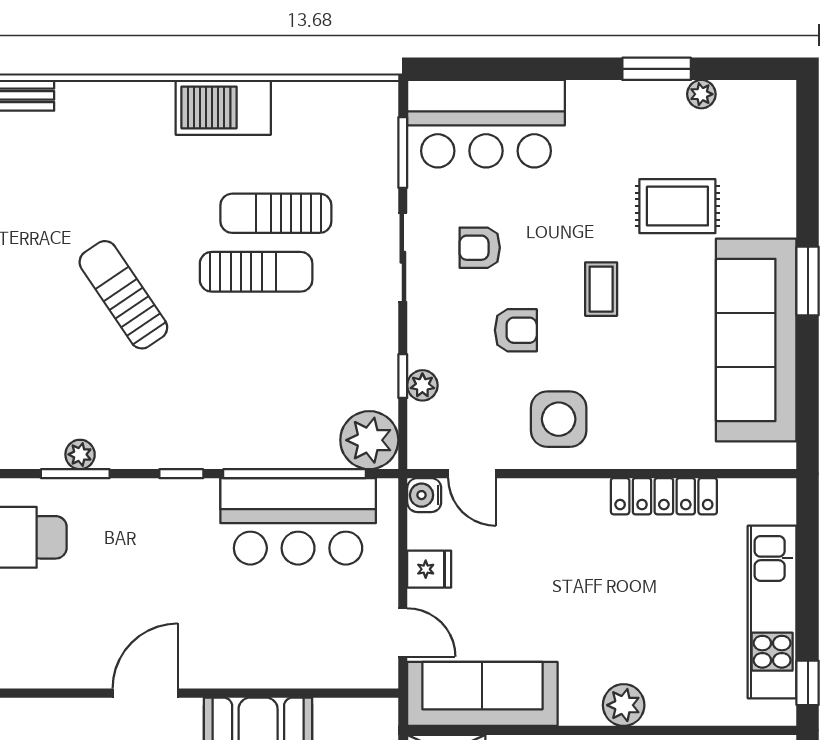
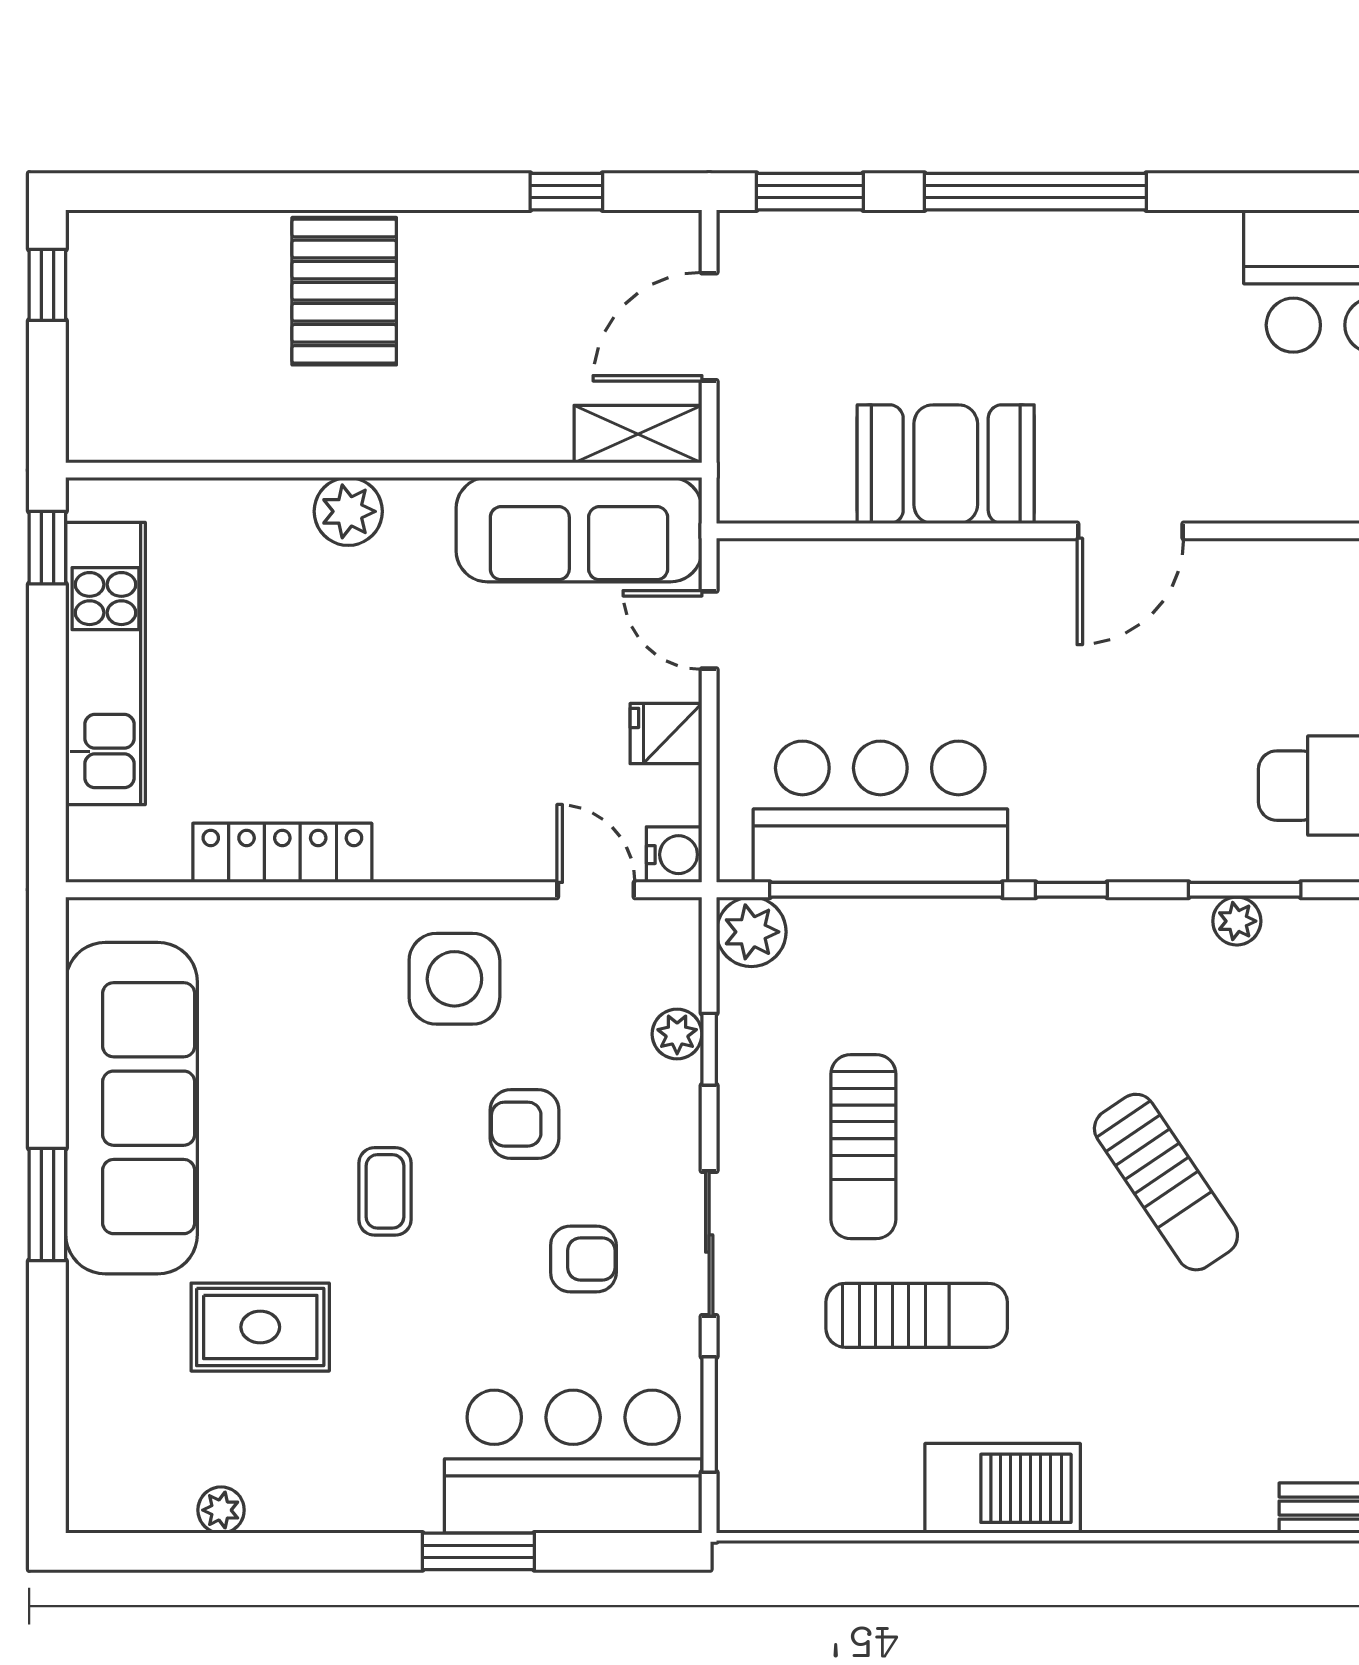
window: (657, 69) -> (478, 1551), moved
sun lounger: (256, 272) -> (863, 1147), moved, turned -90
plant: (369, 440) -> (751, 932), width x0.73, depth x0.73

